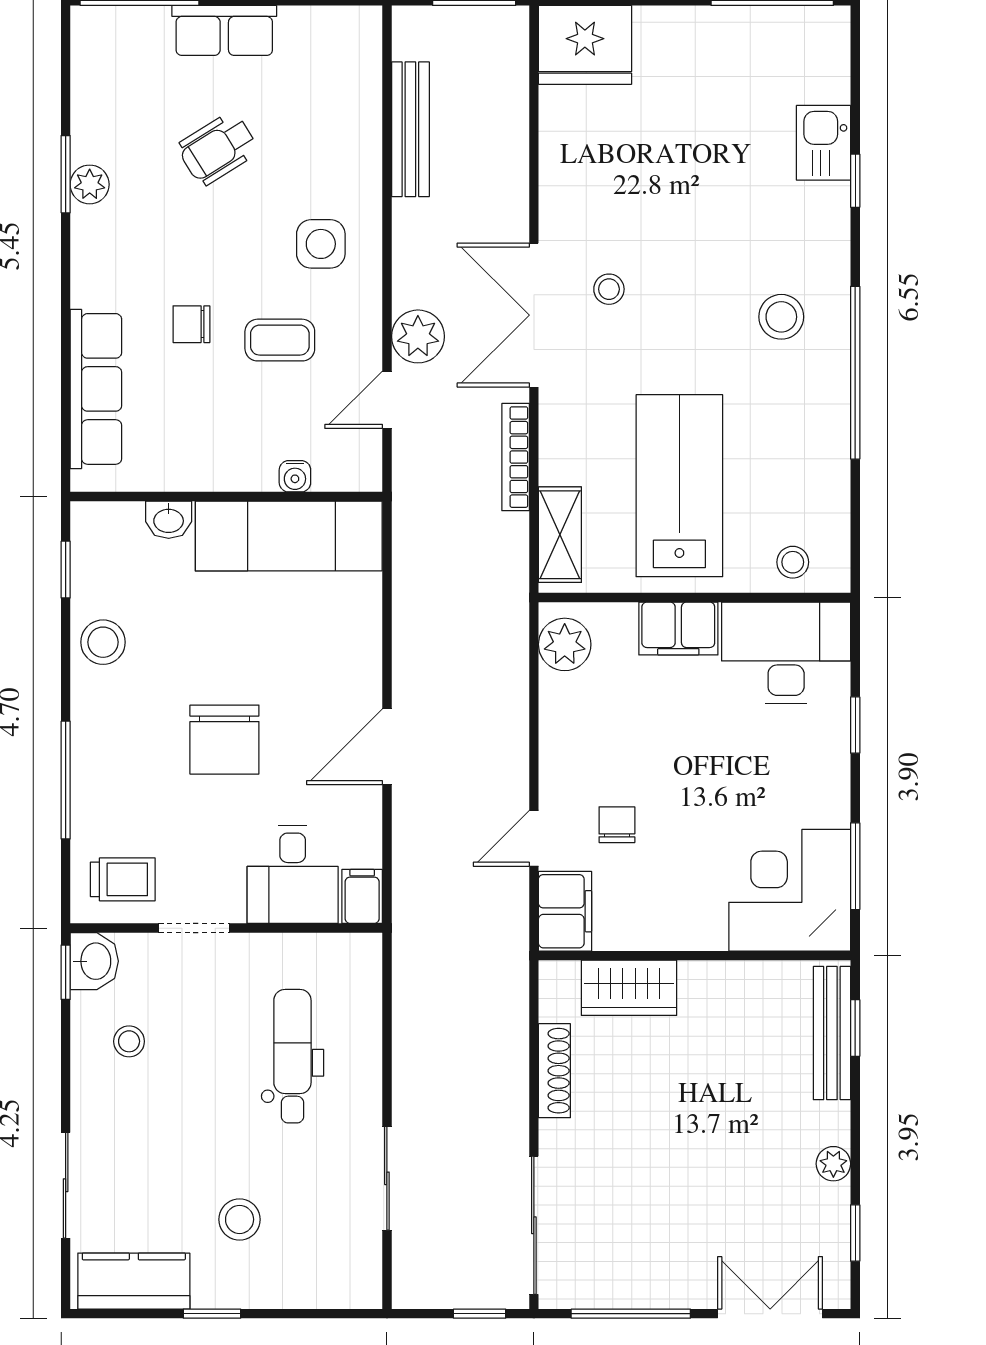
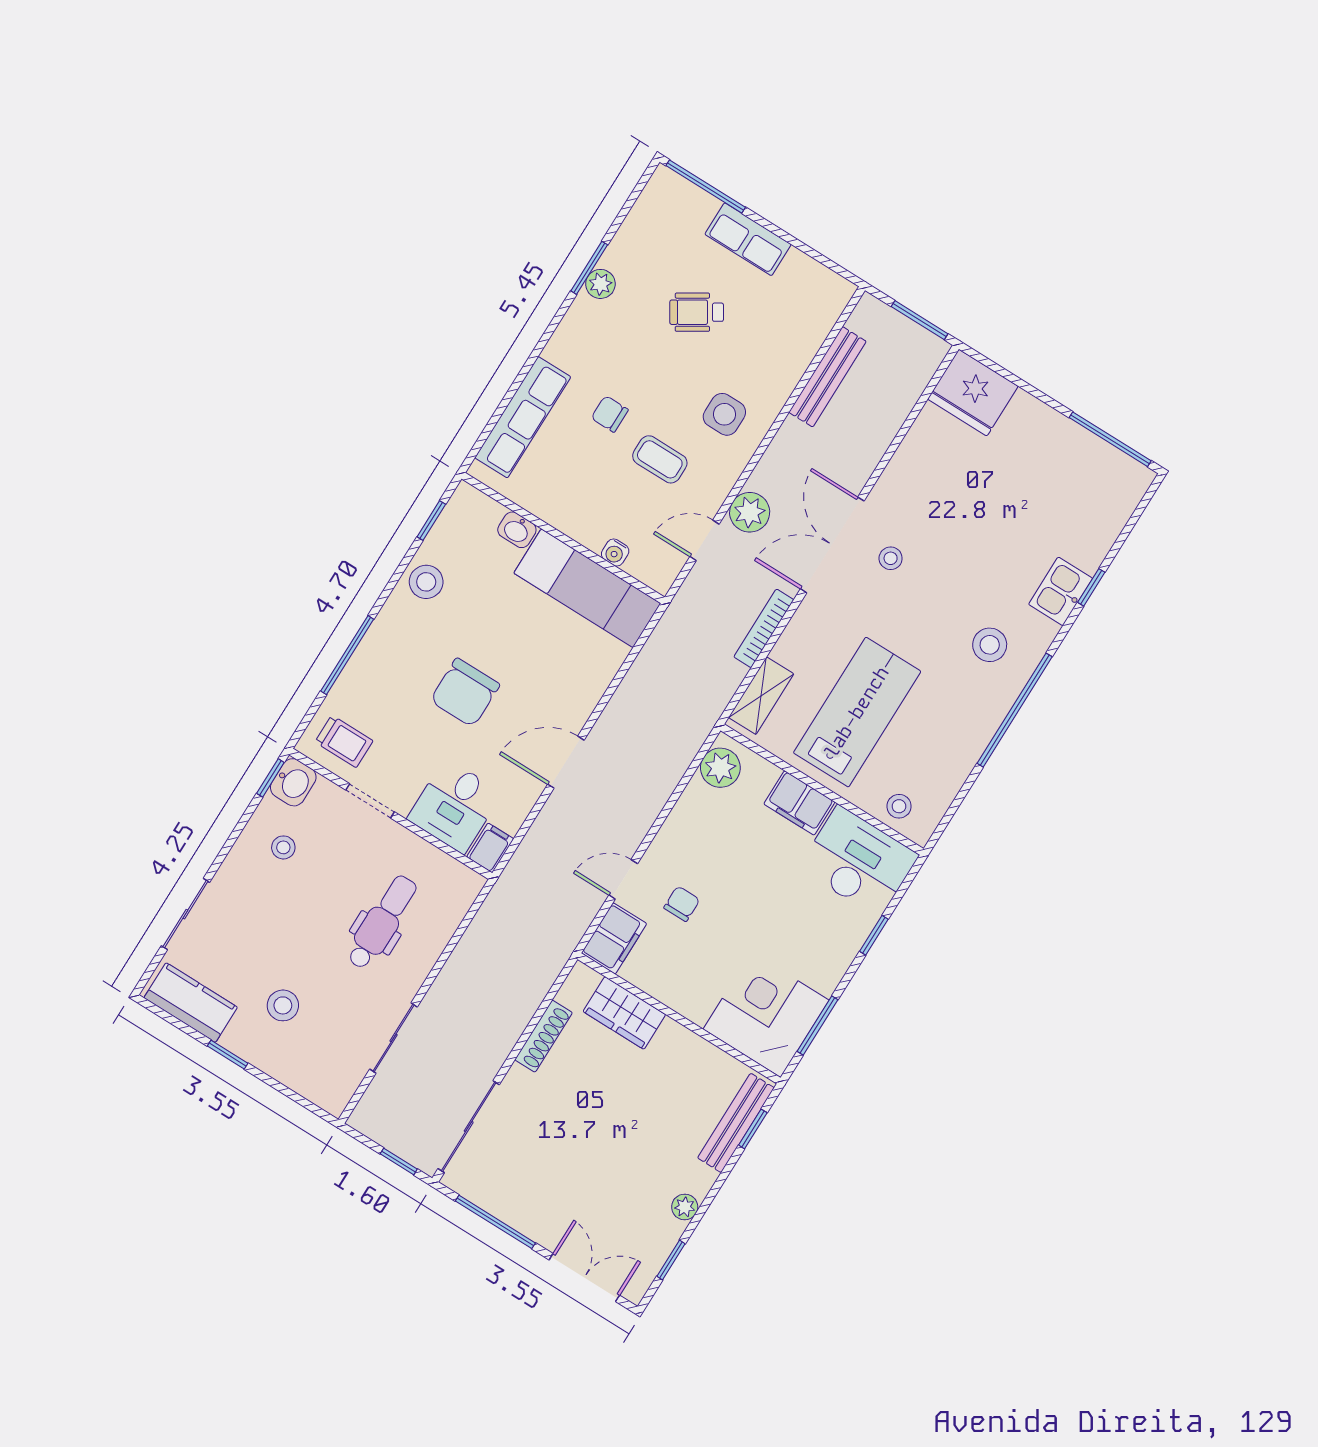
kitchen sink: (823, 143) -> (1061, 591), moved

